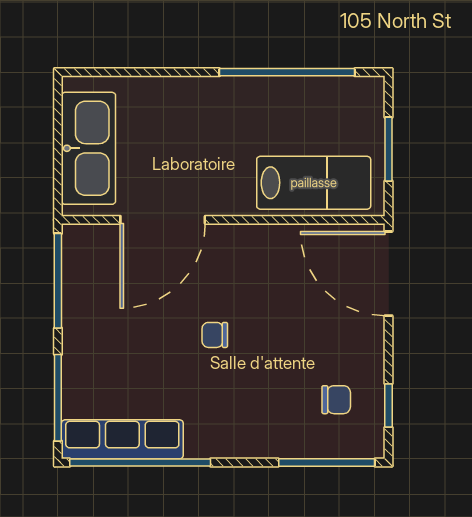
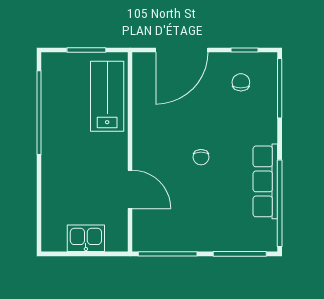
kitchen sink: (88, 148) -> (86, 238), width x0.53, depth x0.81
door: (163, 220) -> (130, 189), width x0.73
door: (389, 274) -> (182, 50), moved
row of seats: (122, 439) -> (265, 181), moved

